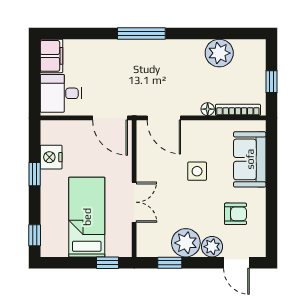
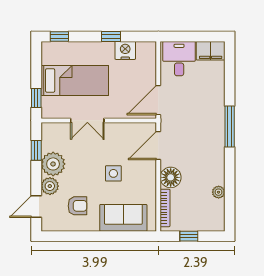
plant: (219, 53) -> (219, 192), width x0.53, depth x0.53
floor lamp: (208, 109) -> (171, 177), width x1.89, depth x1.89
armchair: (235, 214) -> (77, 206), turned -90

